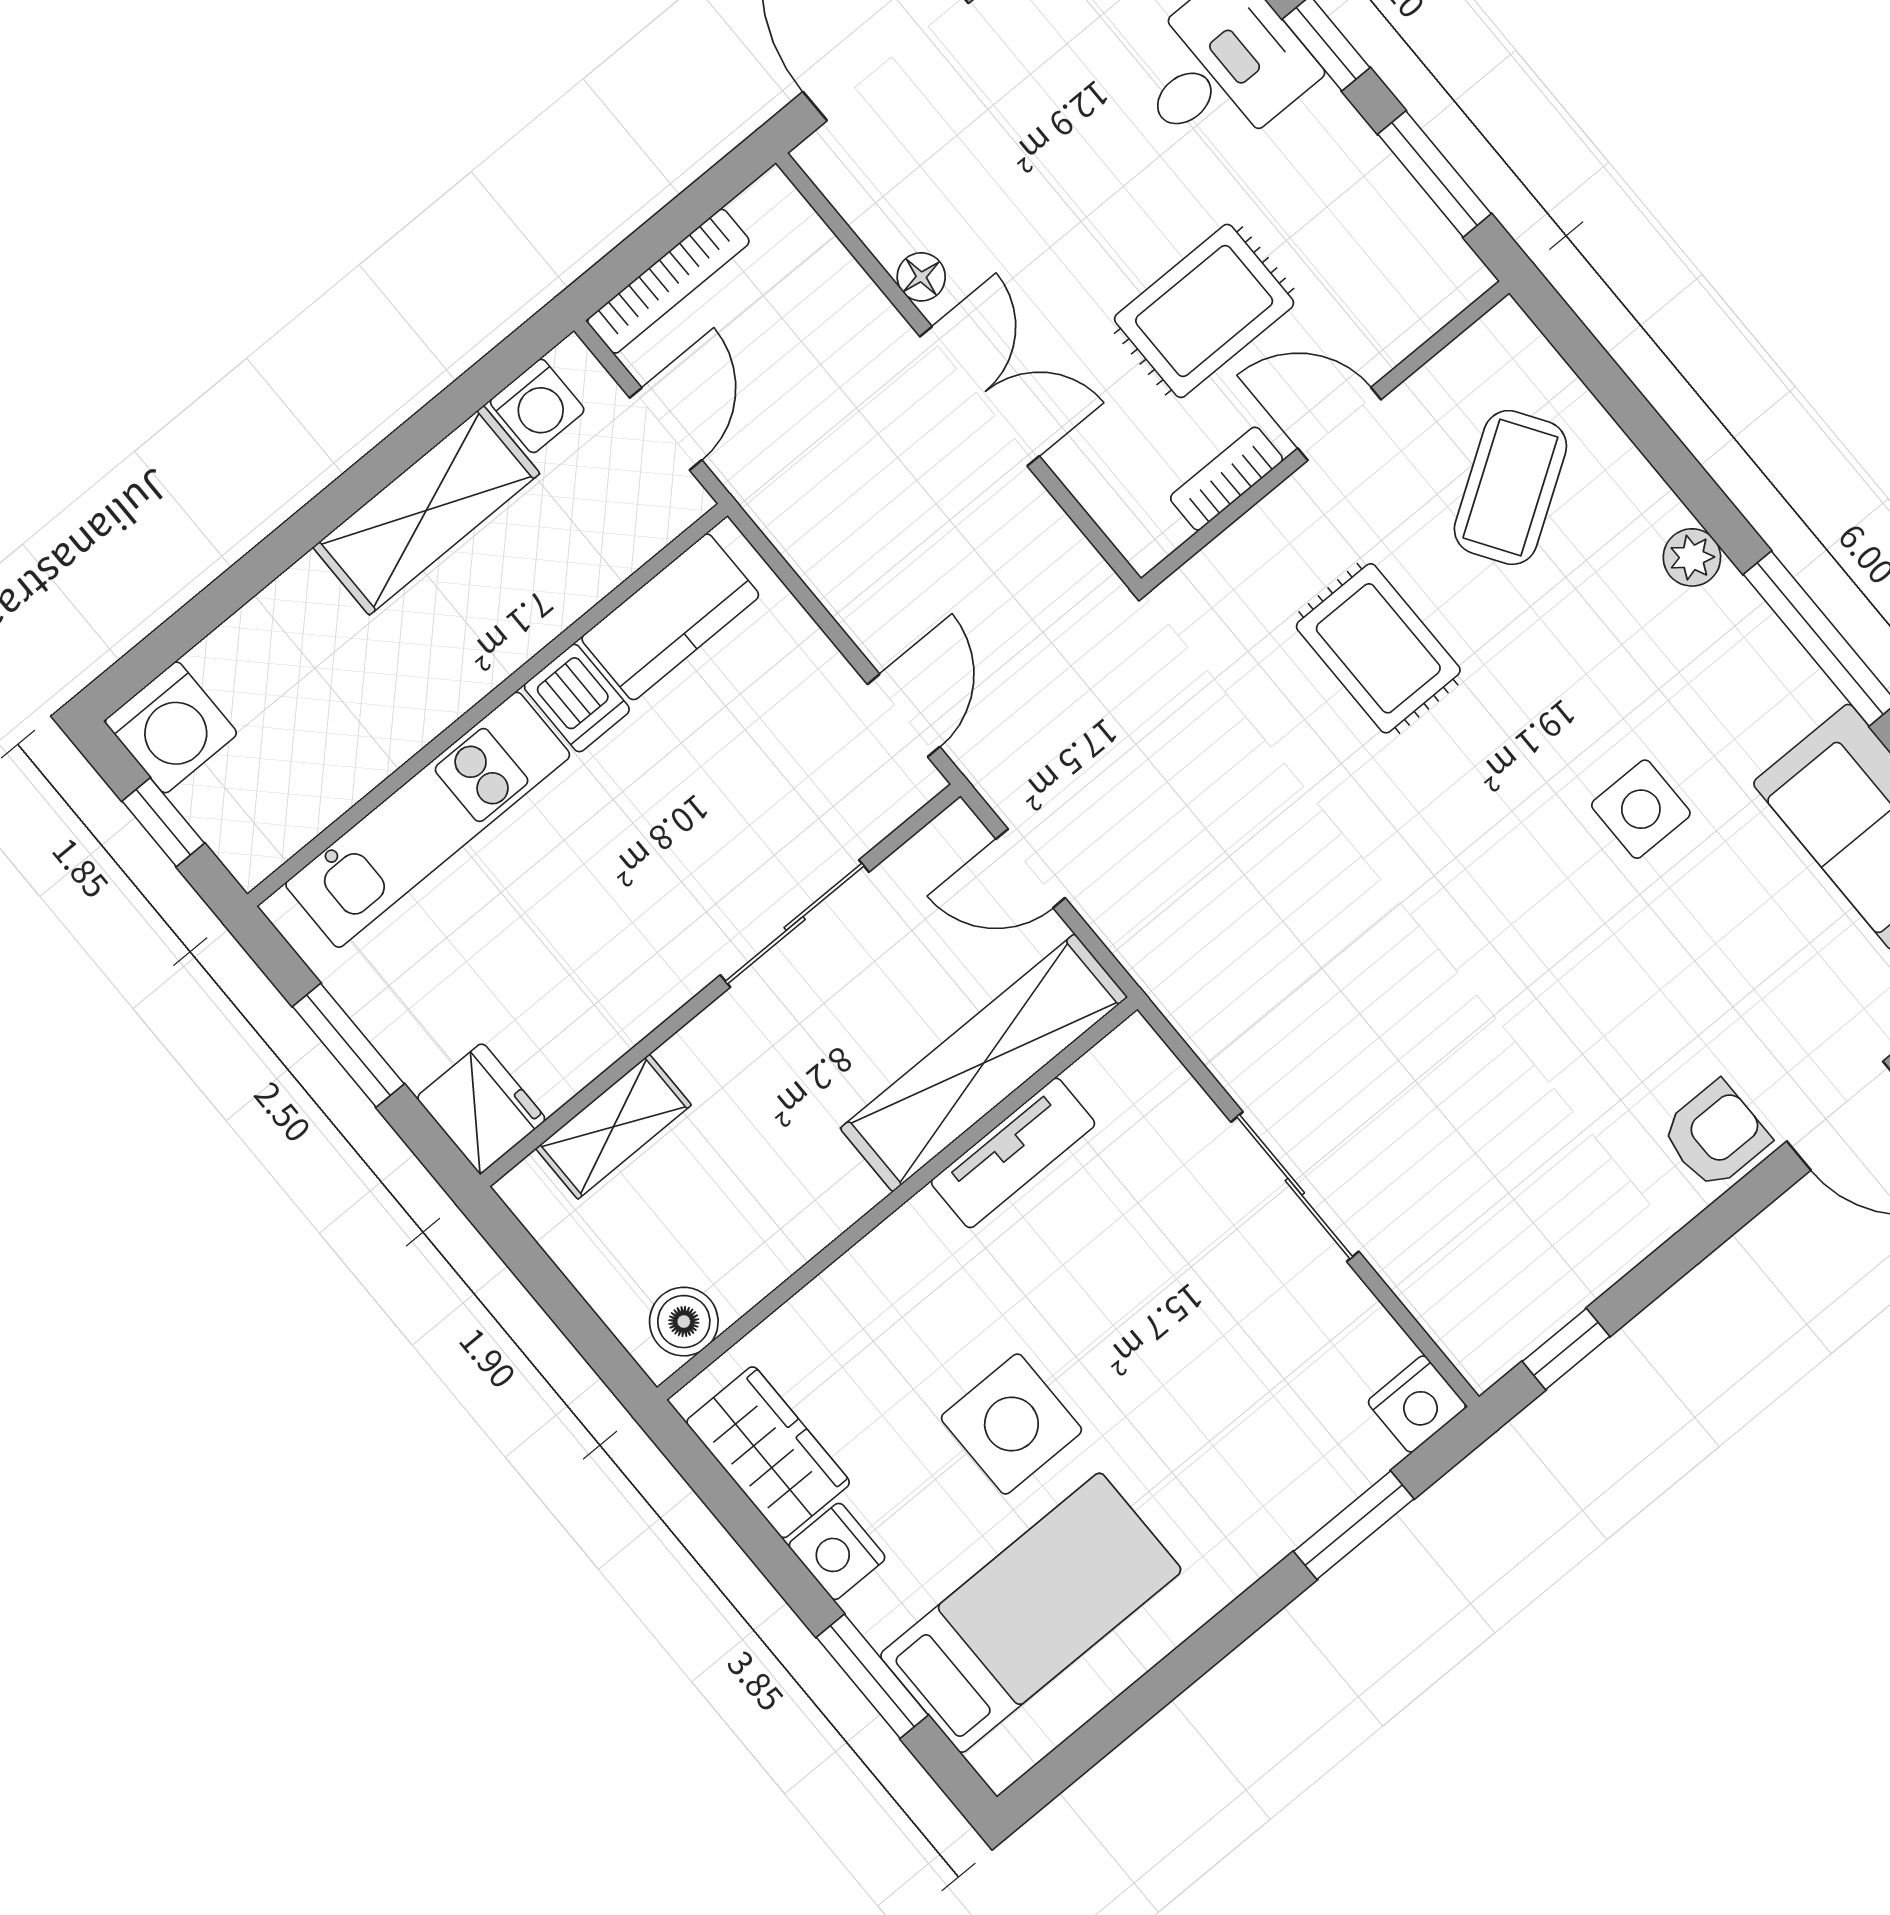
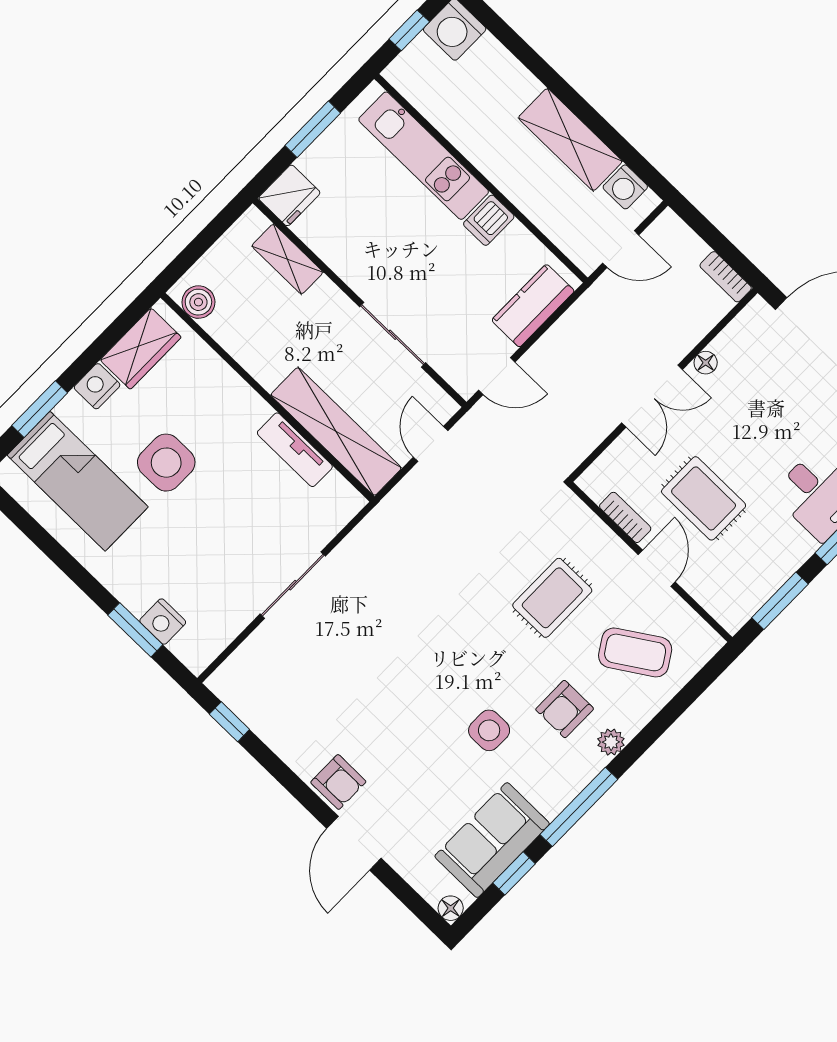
bookcase: (668, 281) -> (726, 277), moved, width x0.64
kitchen counter: (670, 617) -> (533, 306), moved, turned 90
armchair: (1613, 647) -> (565, 709), added
nightstand: (1417, 1404) -> (163, 622), moved

